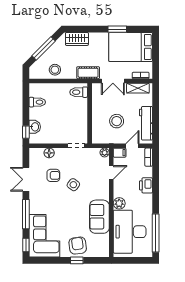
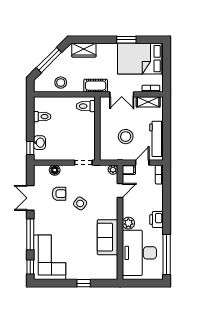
printer: (146, 185) -> (156, 220), moved
armchair: (78, 246) -> (85, 268), removed

